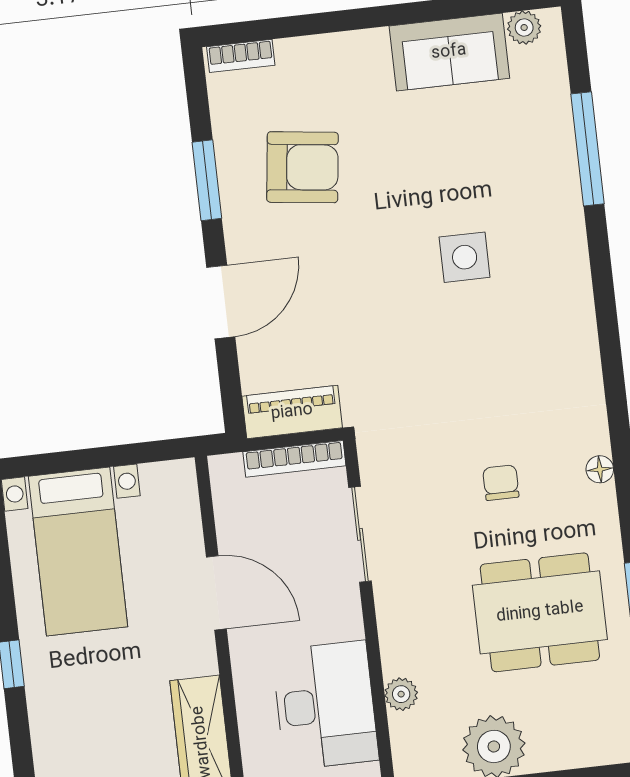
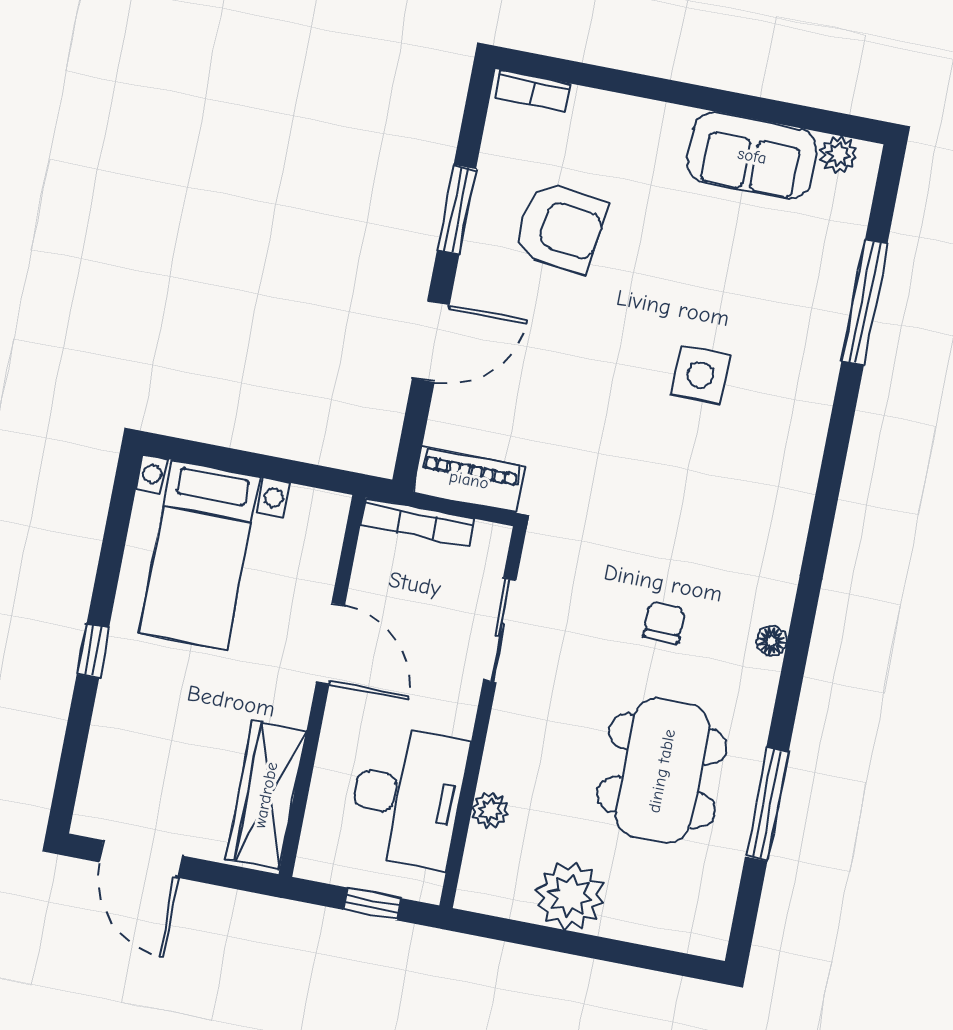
bookcase: (294, 459) -> (417, 522), moved
dining table: (540, 612) -> (662, 771), turned 90

